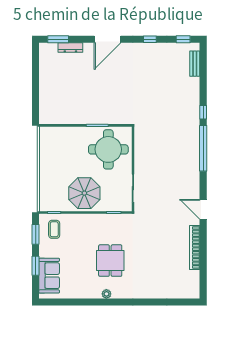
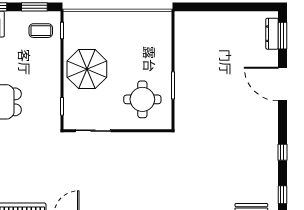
door: (108, 39) -> (282, 84), moved
dresser: (70, 48) -> (272, 34), moved
round table: (108, 149) -> (142, 99), width x0.73, depth x0.73

